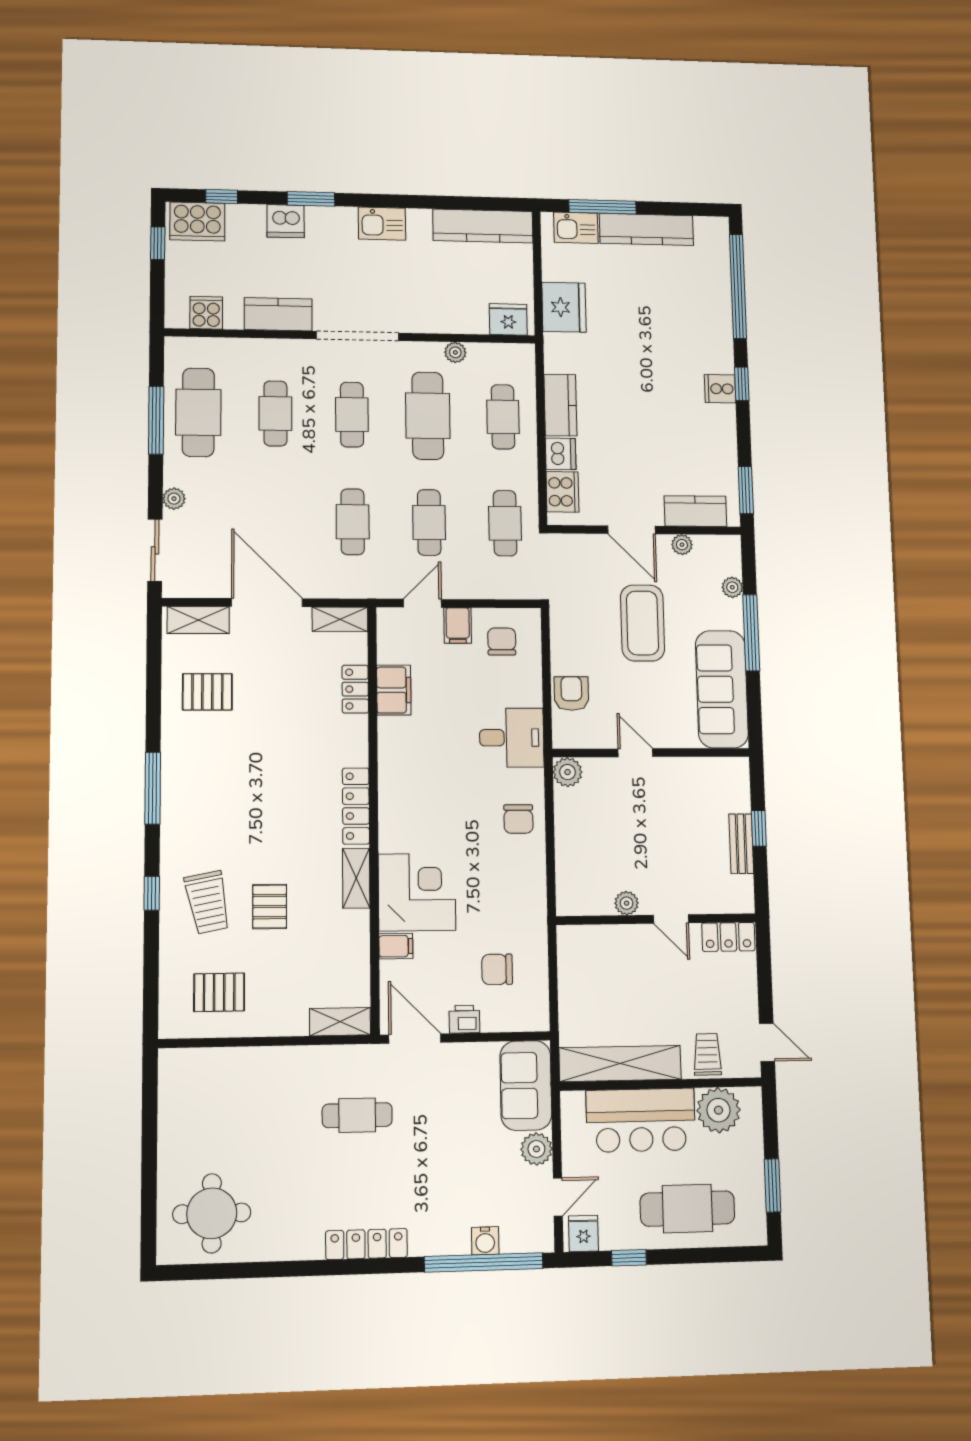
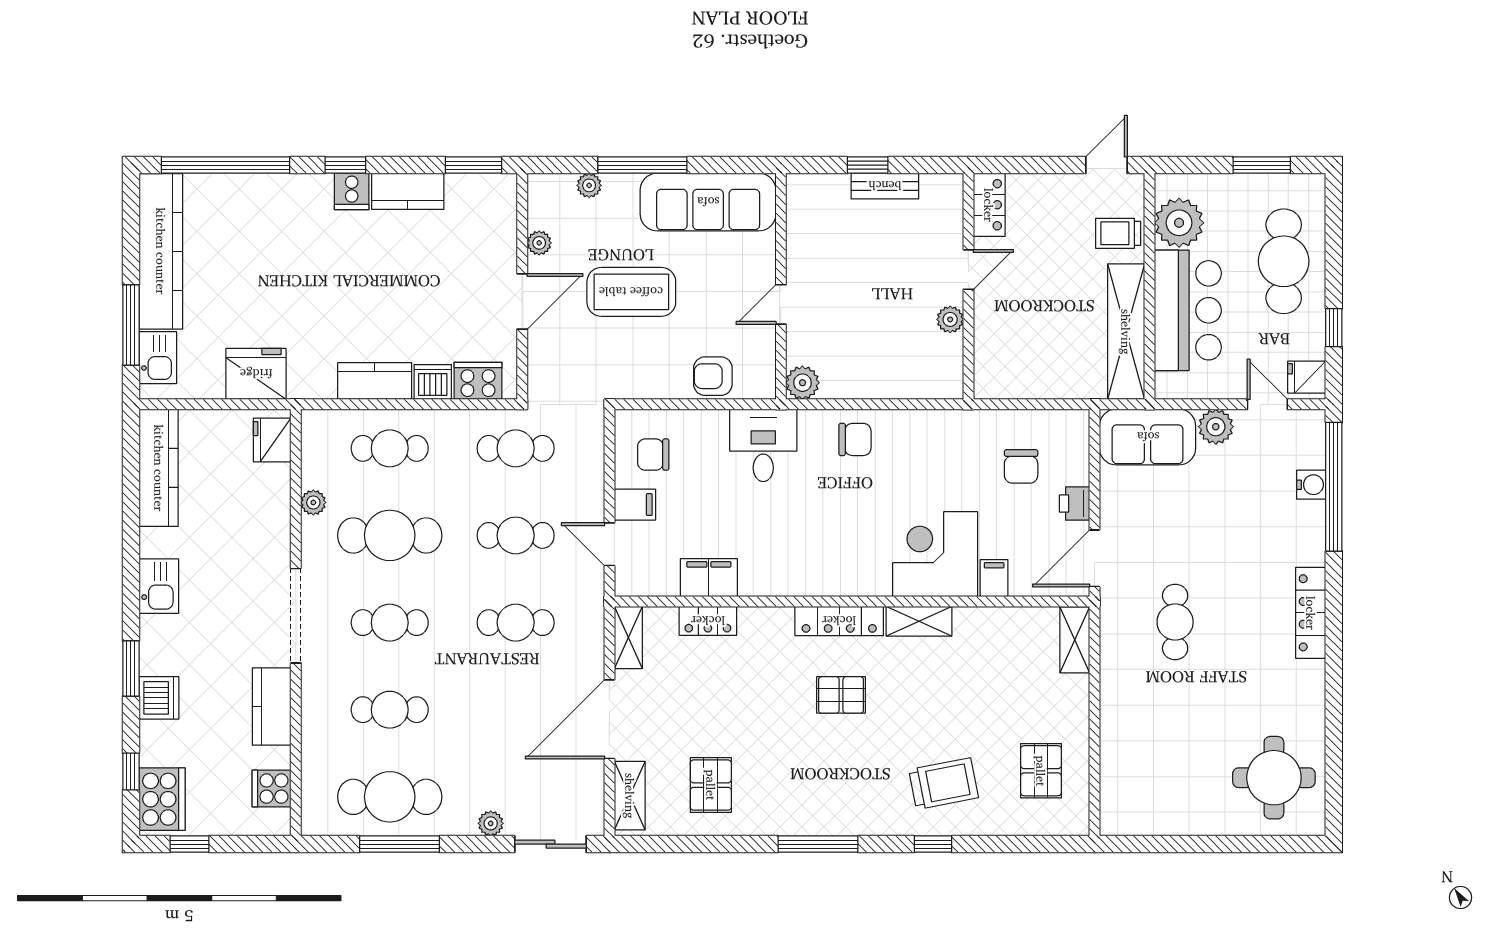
kitchen counter: (646, 229) -> (161, 251), width x1.39, depth x1.17
kitchen counter: (695, 511) -> (408, 191), moved, turned -90
pallet: (270, 907) -> (841, 695), moved

